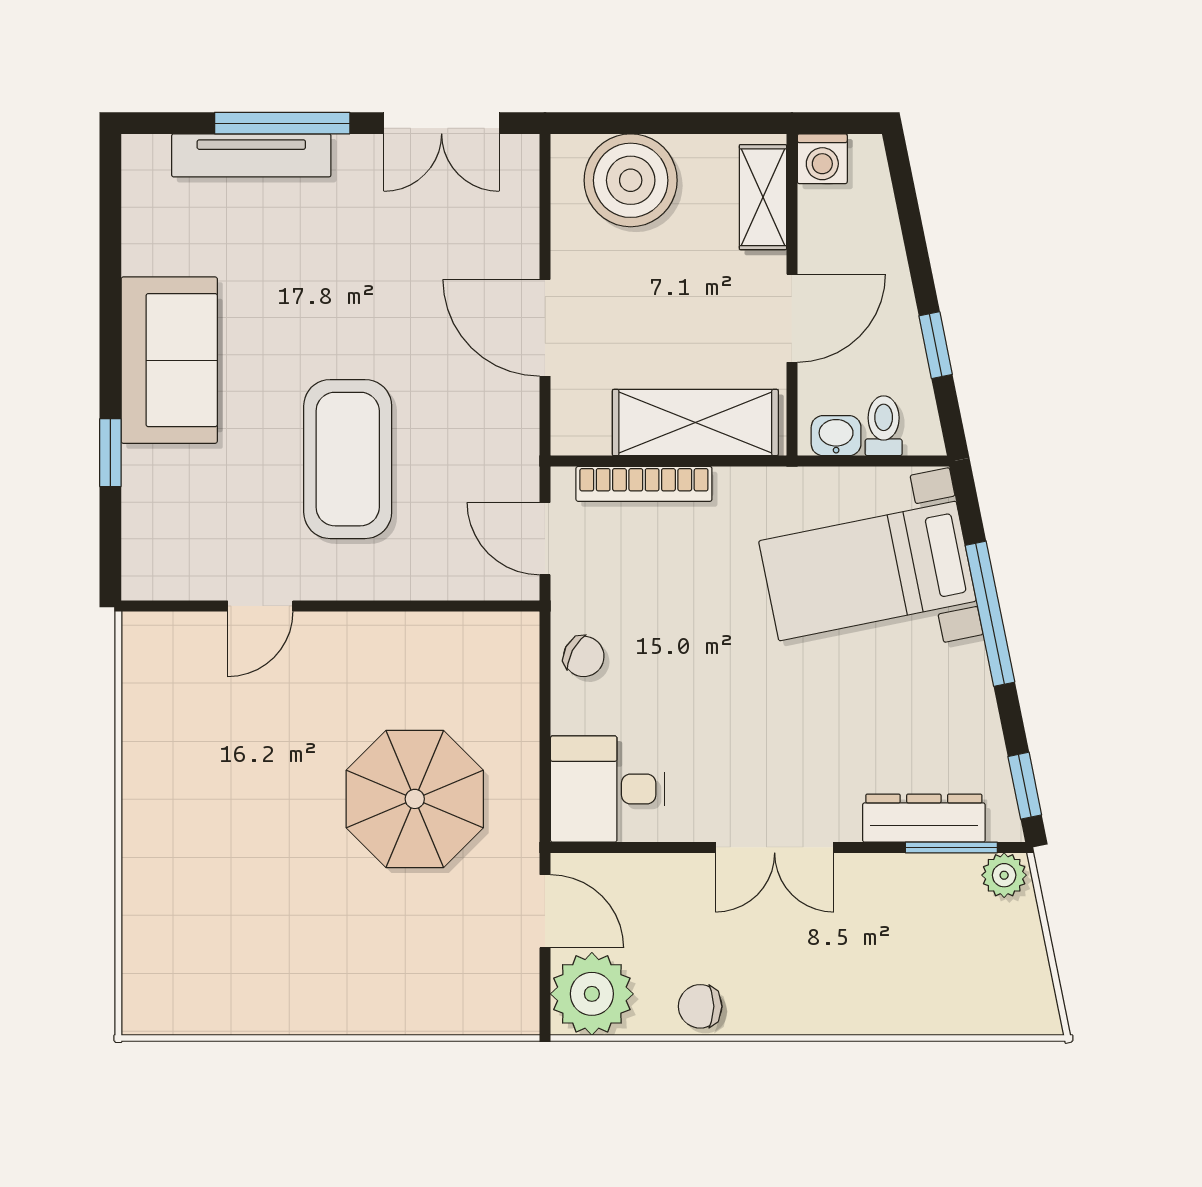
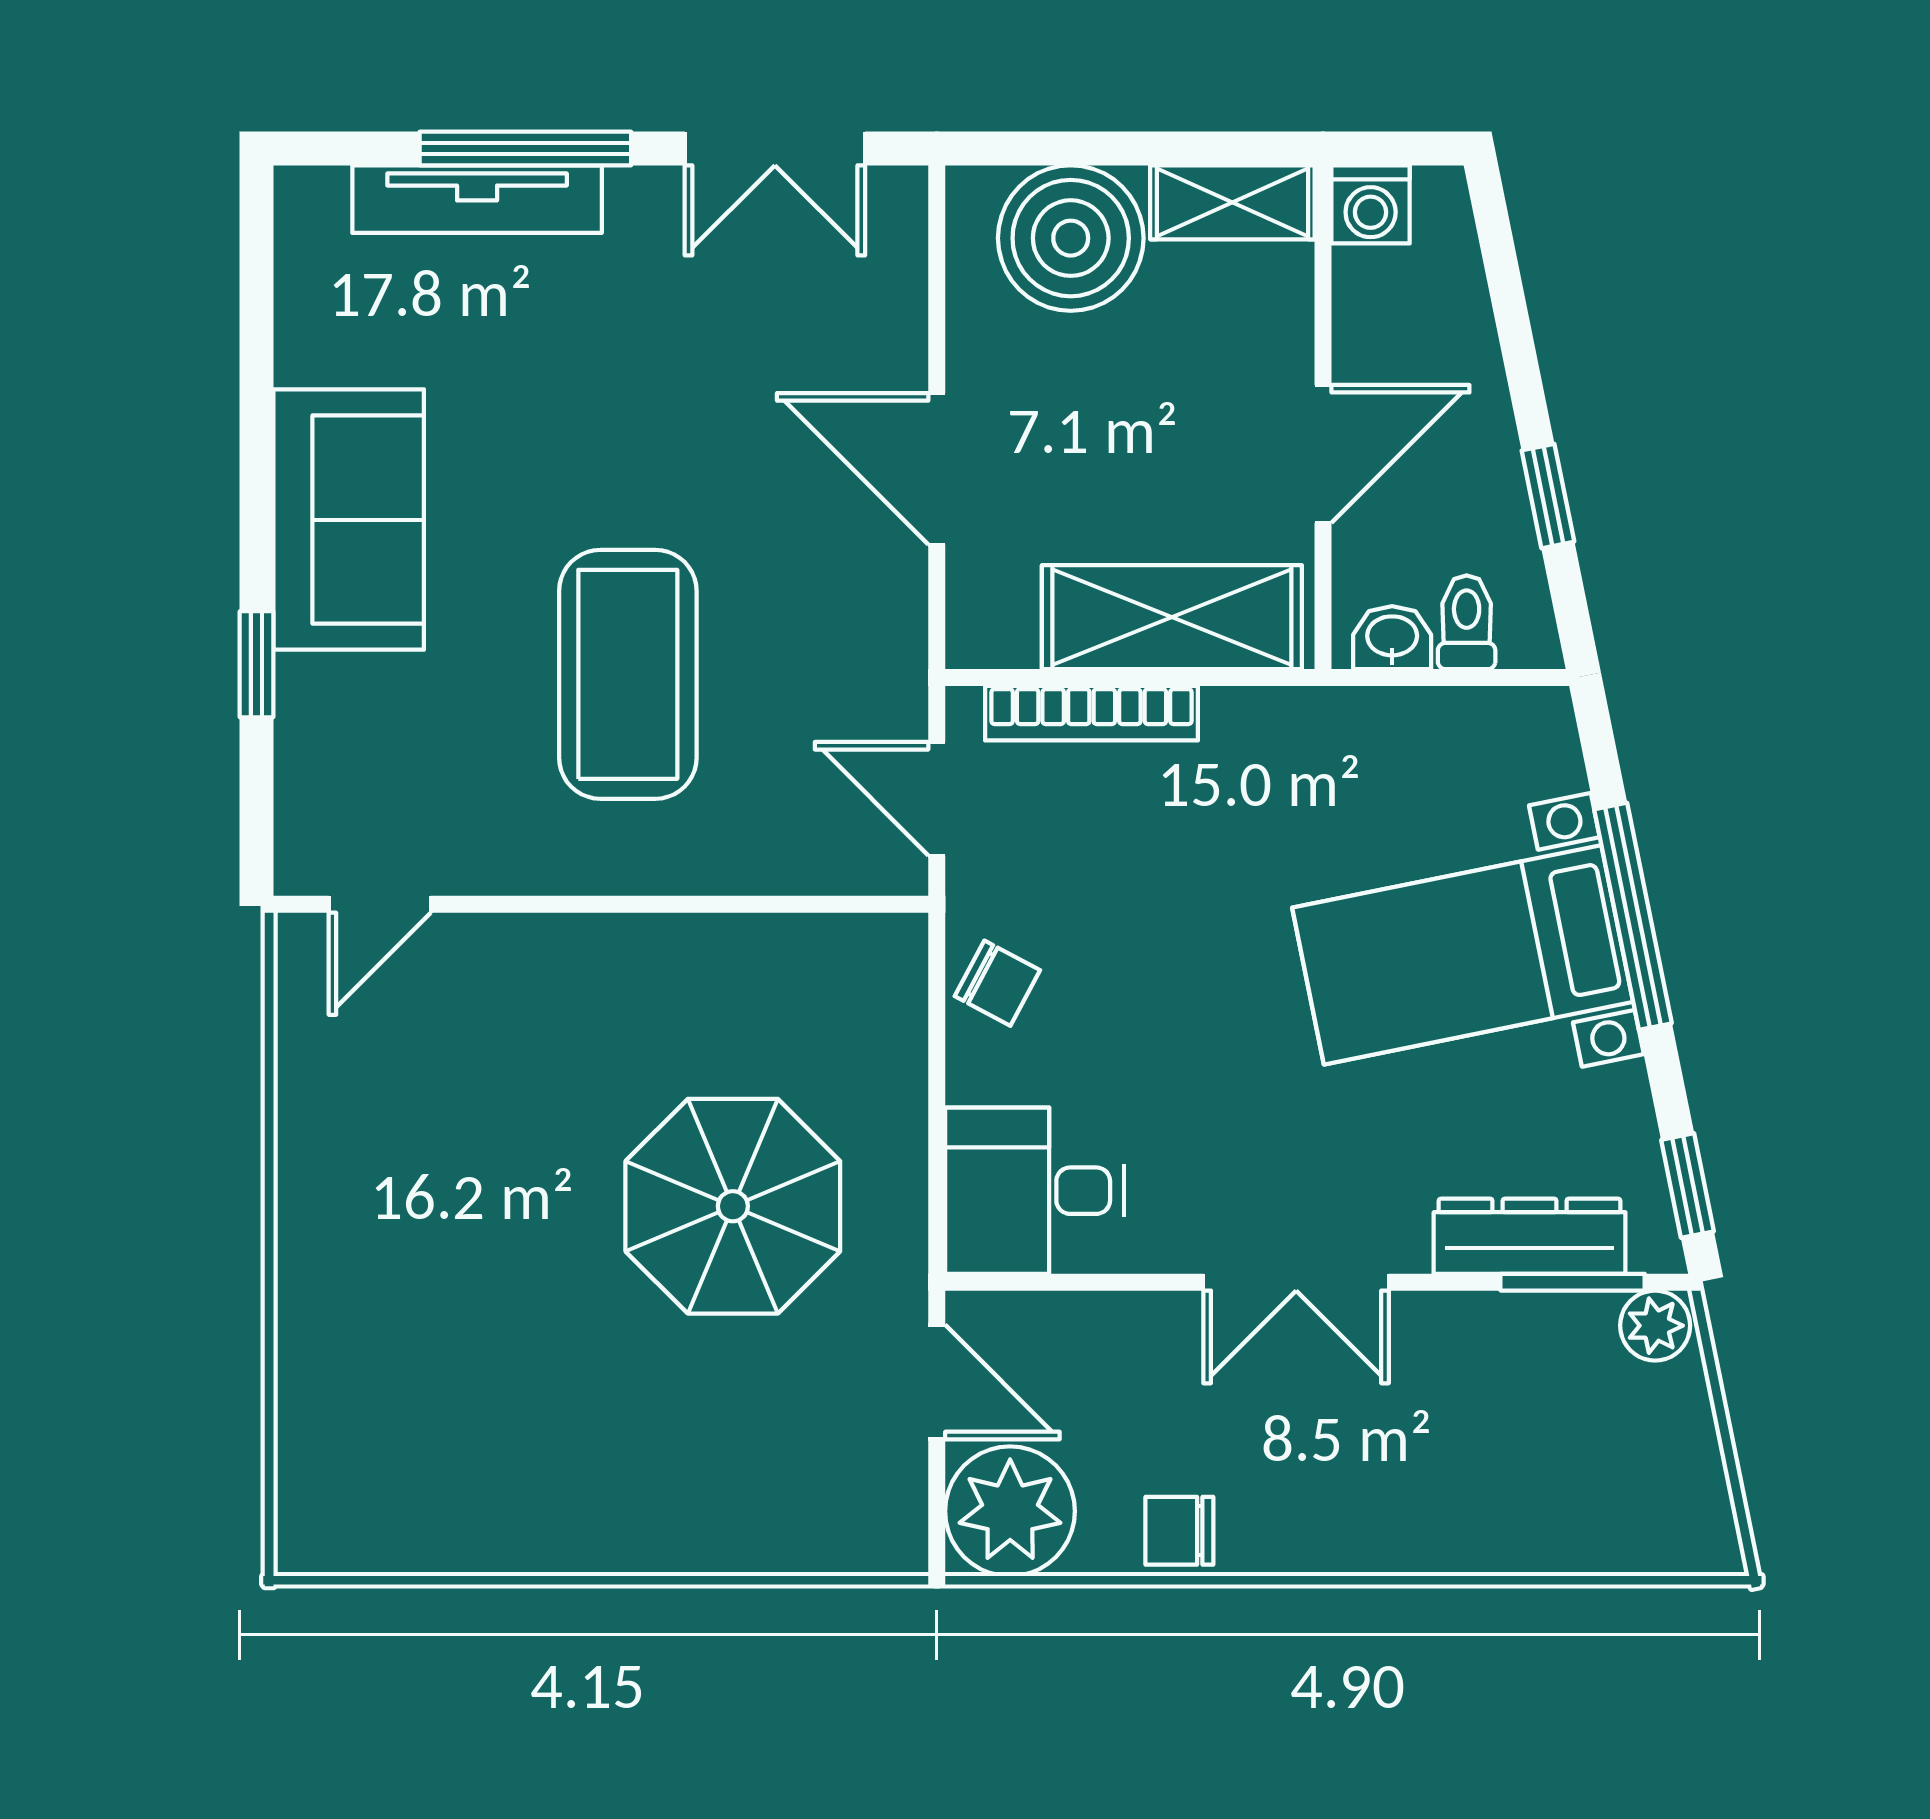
shelving: (763, 197) -> (1232, 202), moved, turned 90
bed with nightstands: (867, 571) -> (1463, 955), moved
door: (260, 606) -> (380, 904), moved

